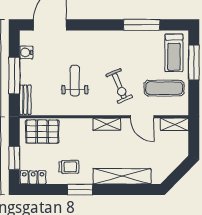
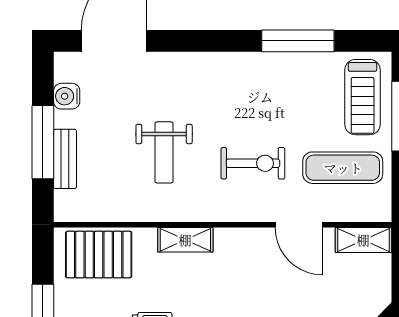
weight bench: (75, 81) -> (164, 152), turned 180
exercise bike: (119, 86) -> (253, 163), turned -67
bench: (25, 100) -> (65, 159), moved
shelving: (107, 124) -> (185, 240), moved

